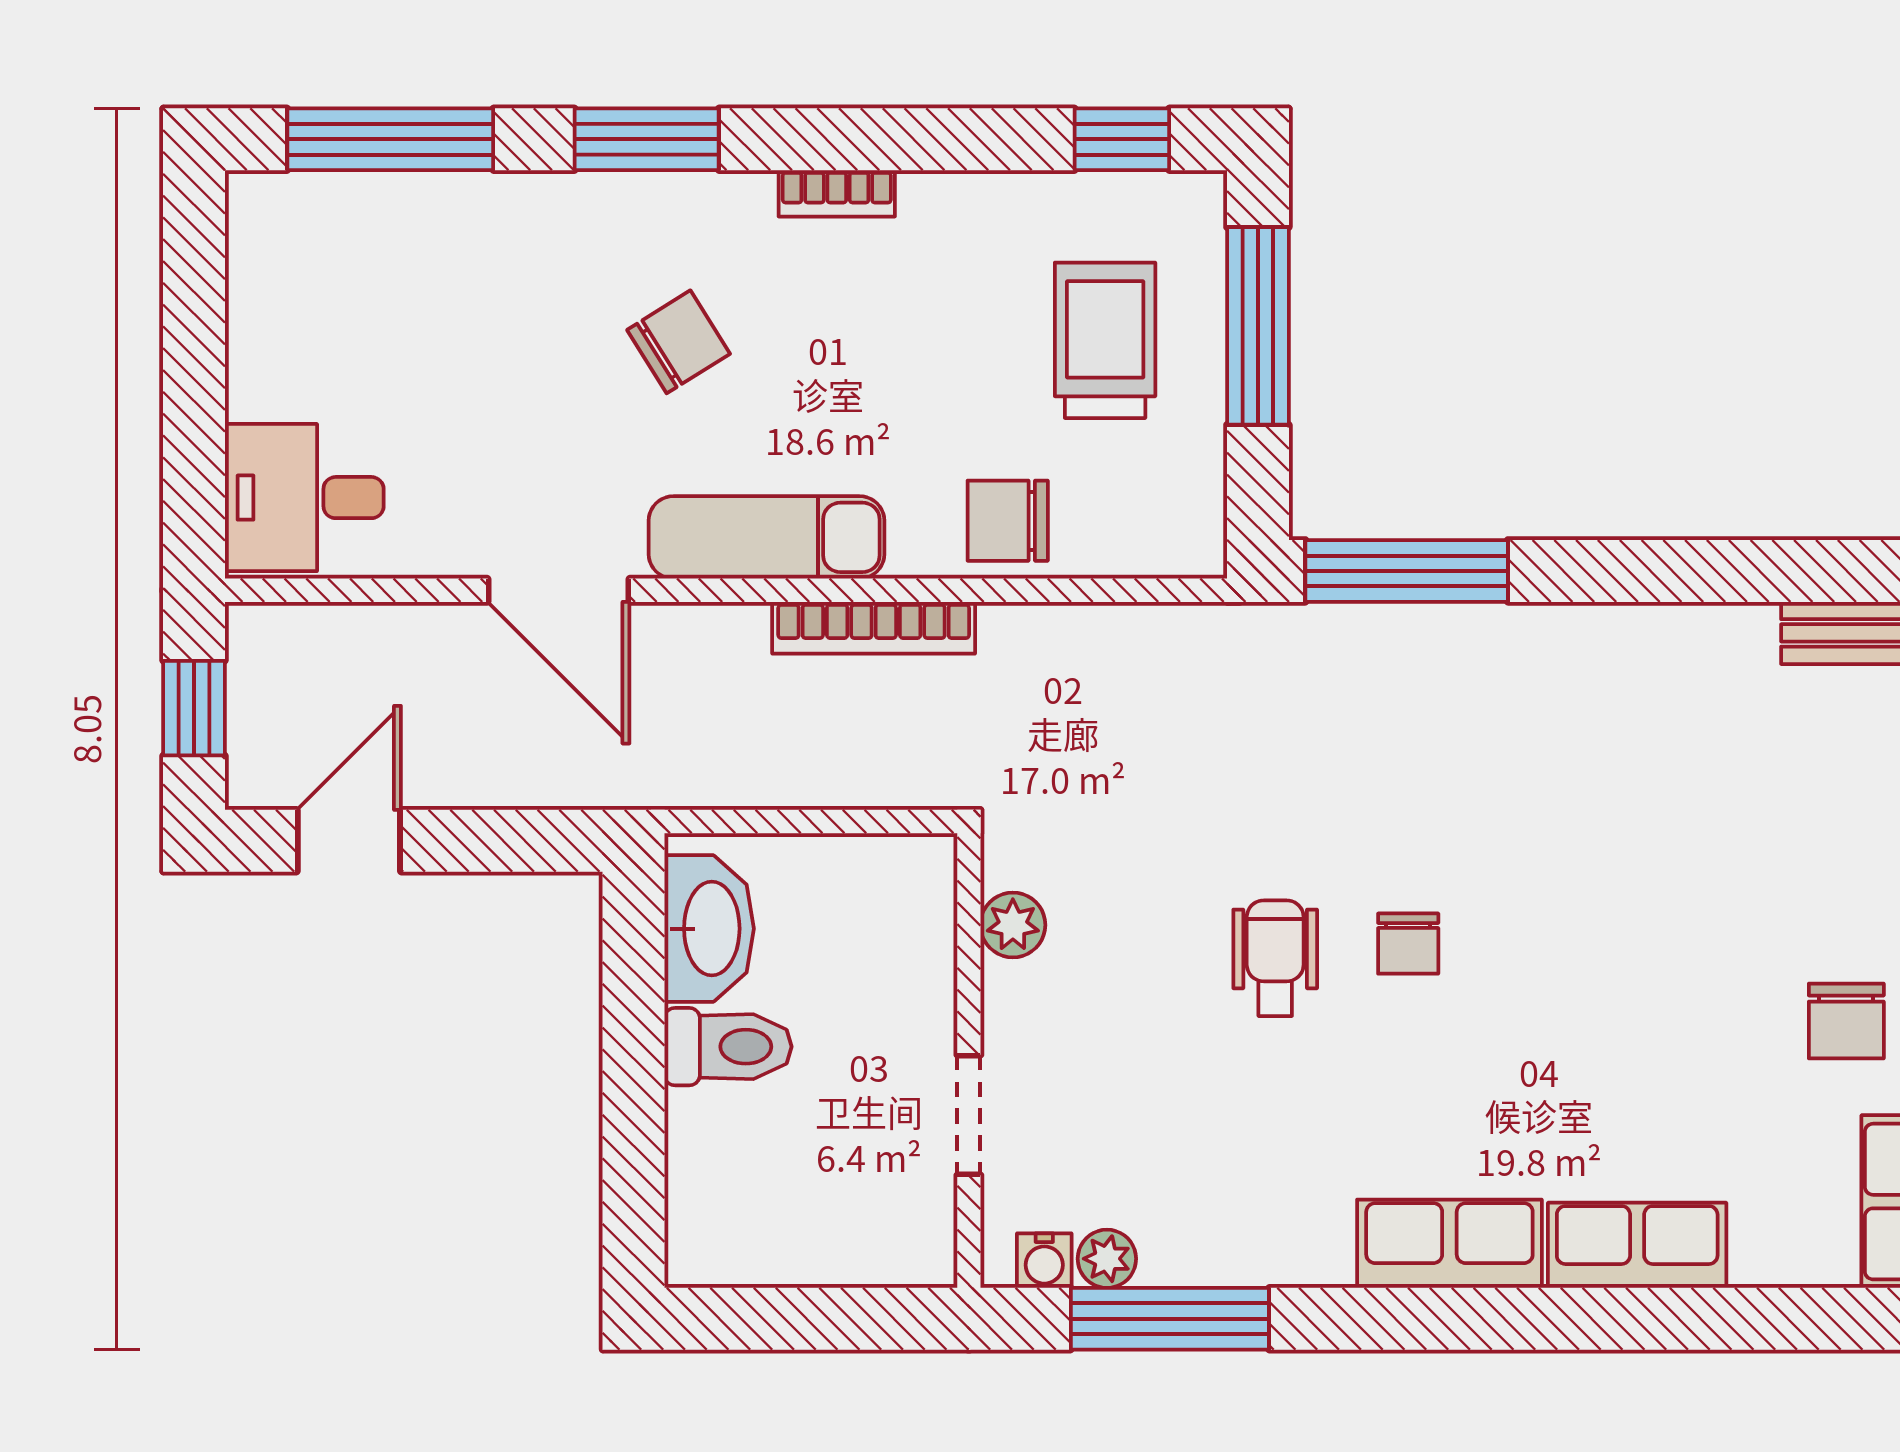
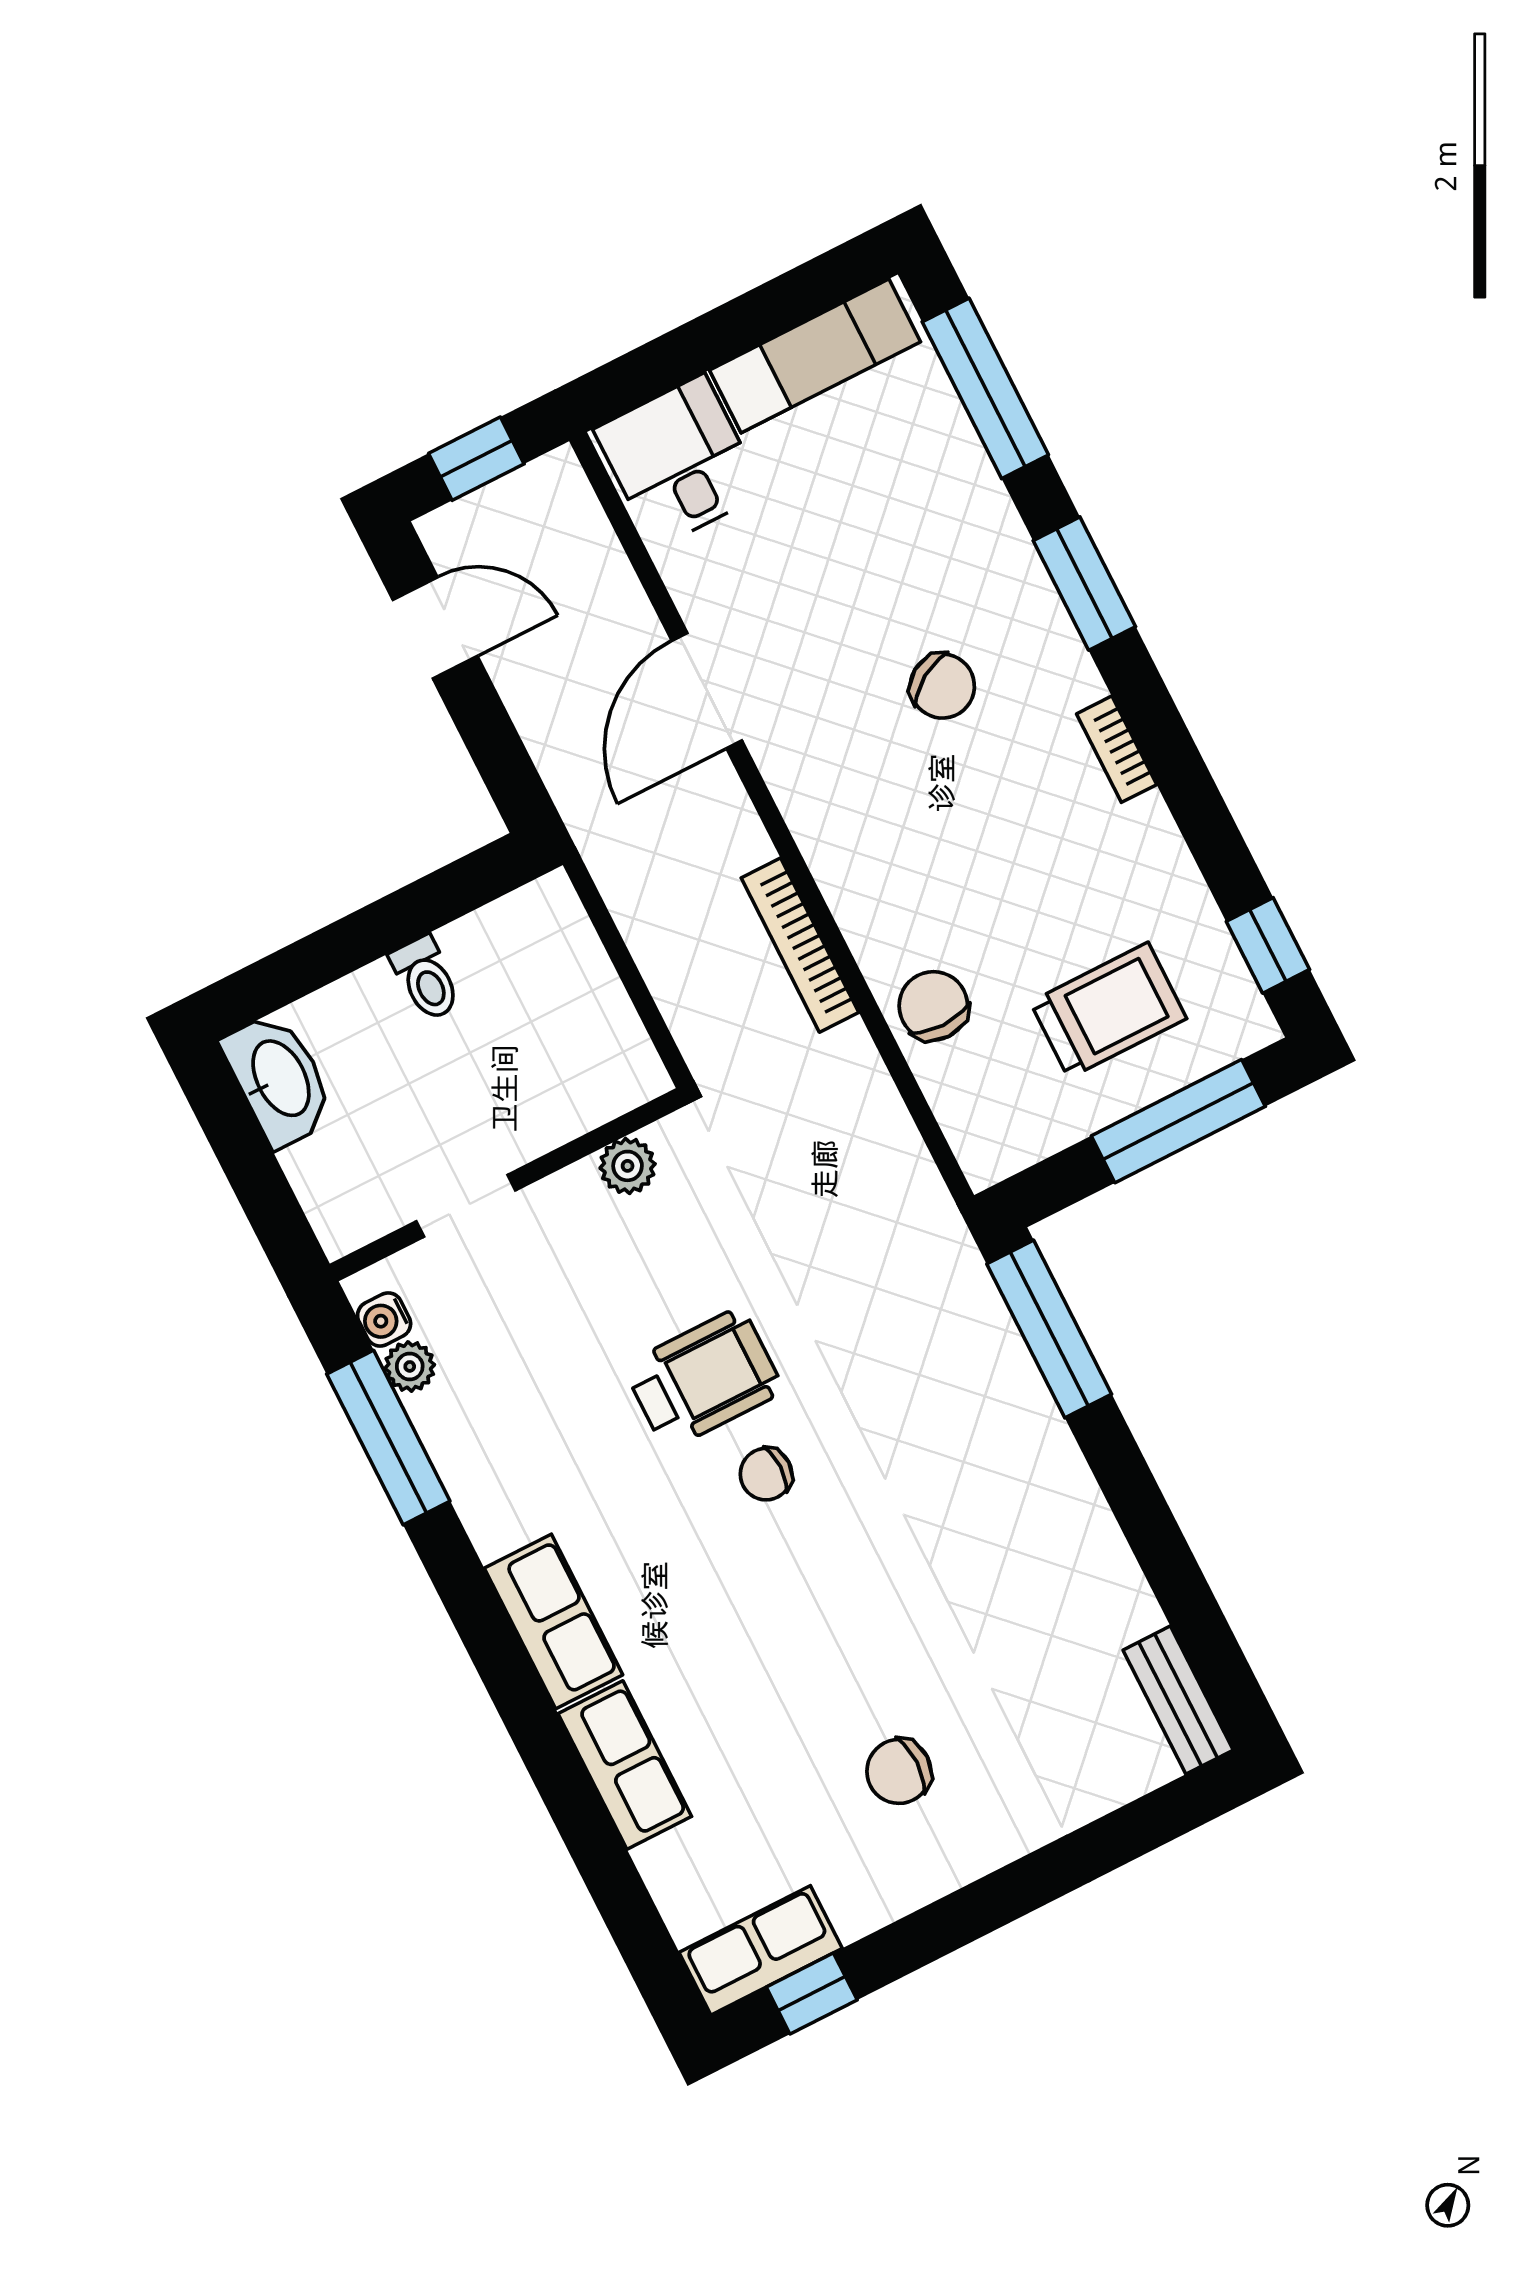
exam couch: (767, 537) -> (815, 356), moved, turned 90
washbasin: (709, 929) -> (279, 1079), moved, turned -90
wheelchair: (1275, 958) -> (704, 1379), width x1.36, depth x1.37
chair: (1846, 1021) -> (899, 1771), moved
toilet: (728, 1047) -> (426, 978), width x0.73, depth x0.72

